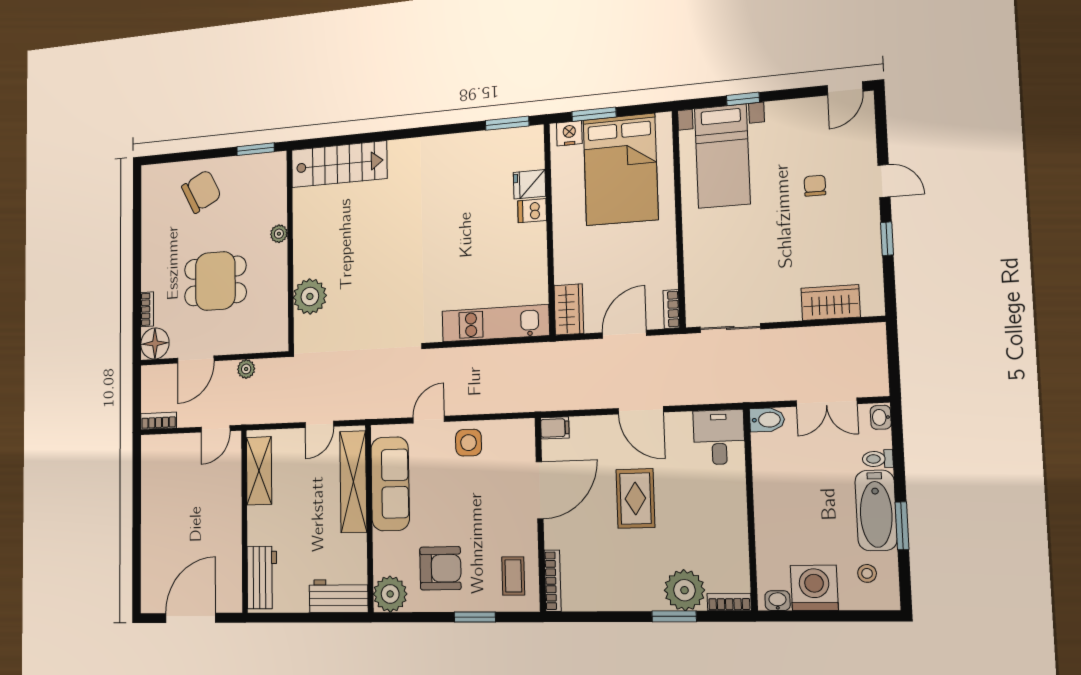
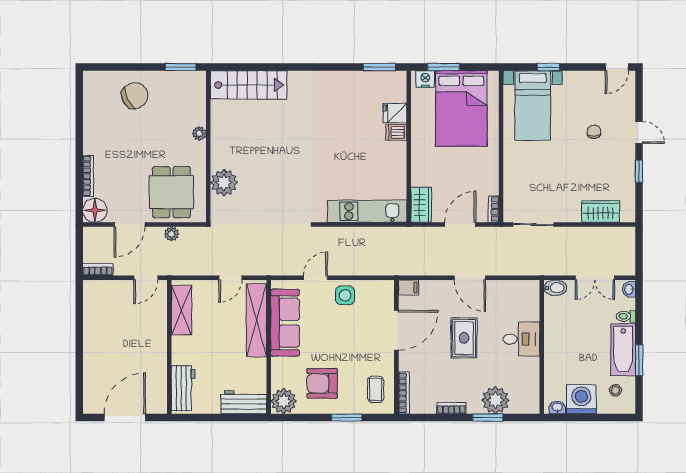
dining table: (215, 281) -> (172, 192), moved, turned 90
bookcase: (147, 309) -> (88, 176), width x1.56
desk: (719, 437) -> (521, 339), moved, turned 90
armchair: (440, 568) -> (322, 383), turned 180
bookcase: (729, 602) -> (451, 408), moved

